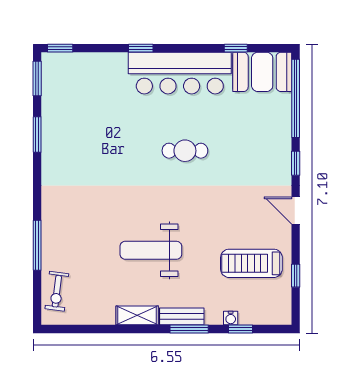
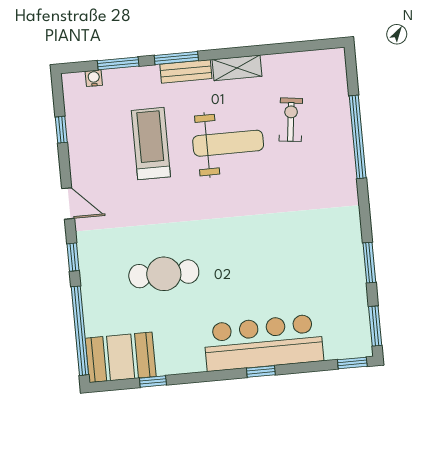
bar counter: (180, 73) -> (263, 343), moved
cafe table: (185, 151) -> (164, 274), moved, width x1.37, depth x1.35
window: (37, 245) -> (358, 137), width x1.46
treadmill: (251, 263) -> (151, 144), moved, turned -90
exercise bike: (57, 291) -> (291, 120), moved
water cooler: (231, 318) -> (94, 78), moved
window: (240, 329) -> (118, 63), width x1.50

